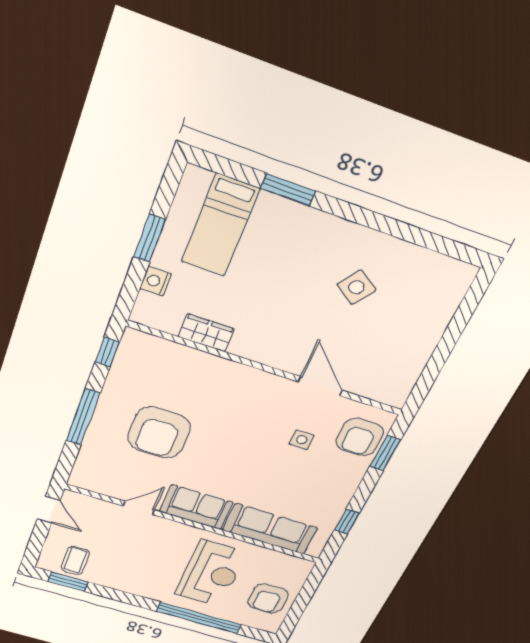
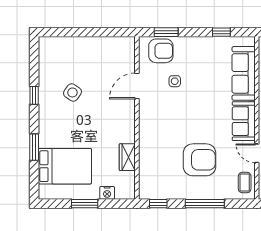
window: (382, 223) -> (34, 95), added
bed: (220, 226) -> (65, 166), width x1.50
coffee table: (98, 479) -> (245, 183), added

